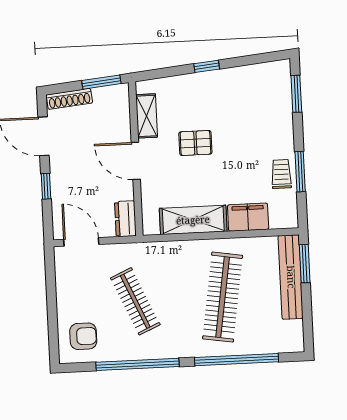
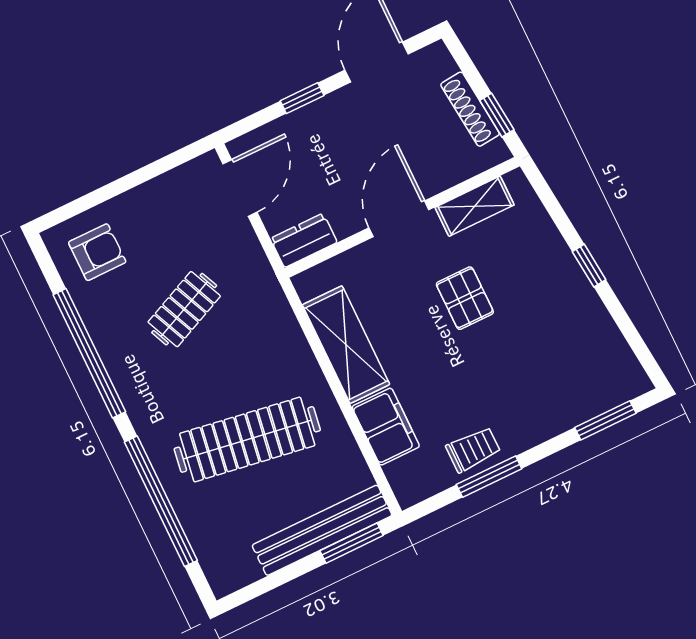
window: (101, 82) -> (497, 115), width x0.67
shoe rack: (69, 99) -> (470, 109), moved
clothes rail: (135, 301) -> (184, 309), width x0.73
armchair: (83, 336) -> (97, 252), turned -90

